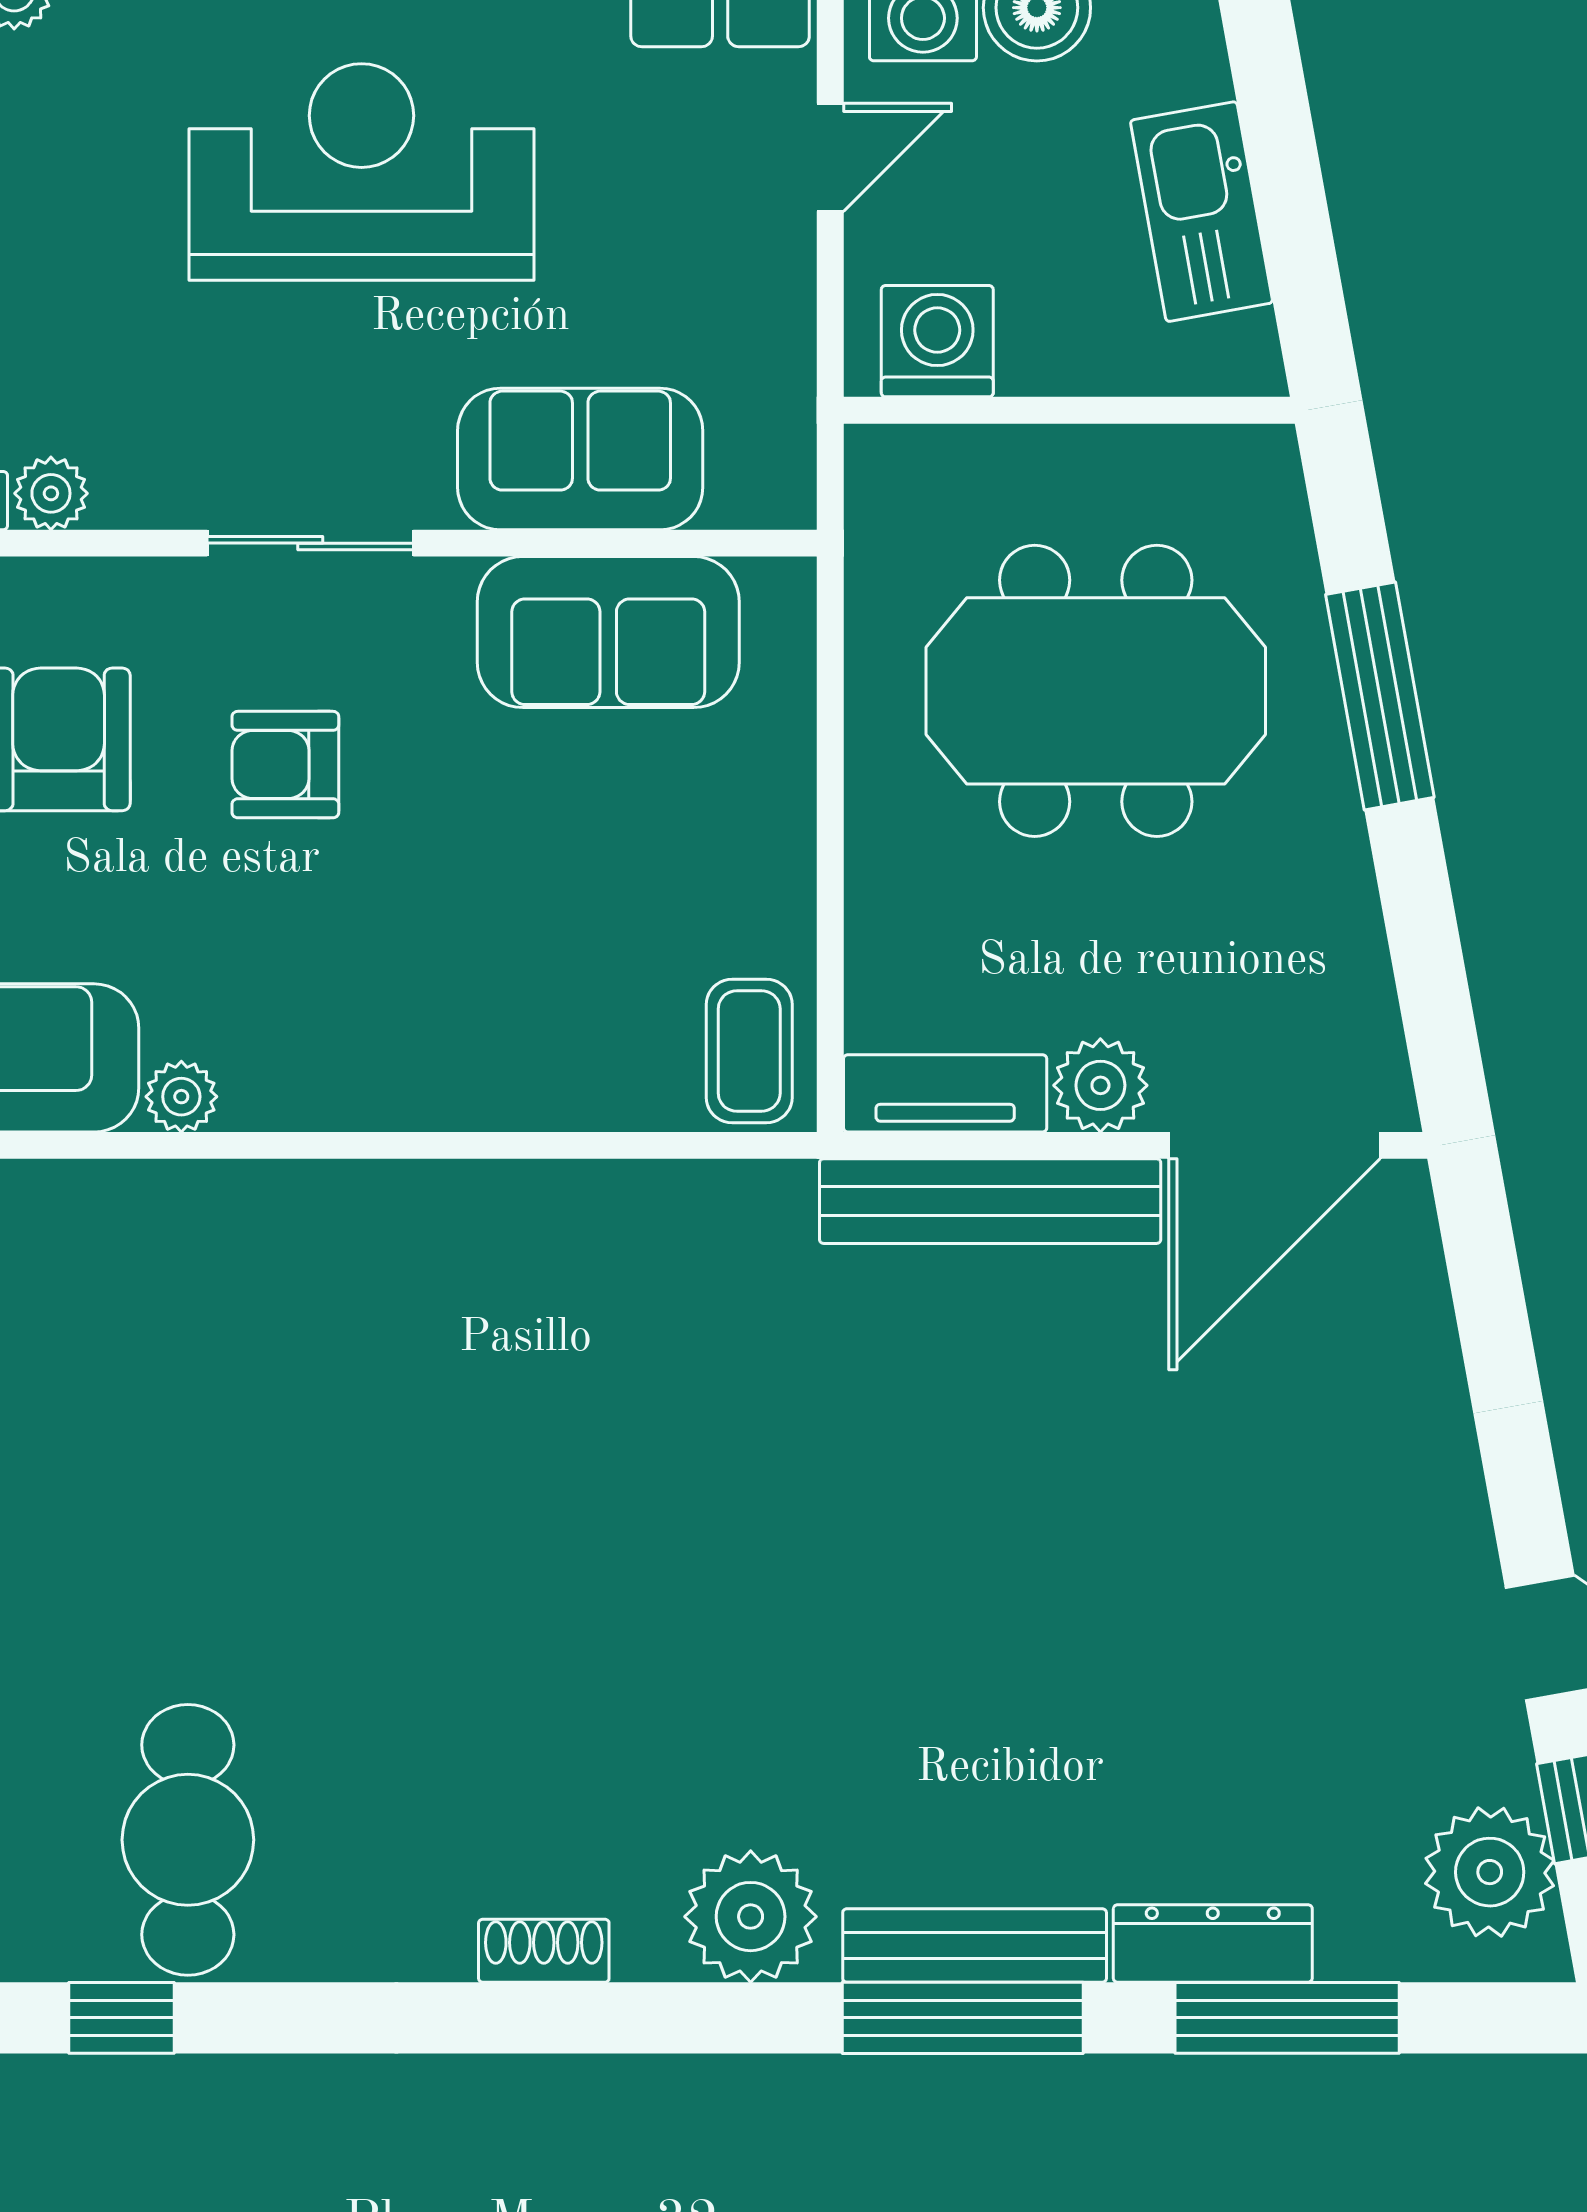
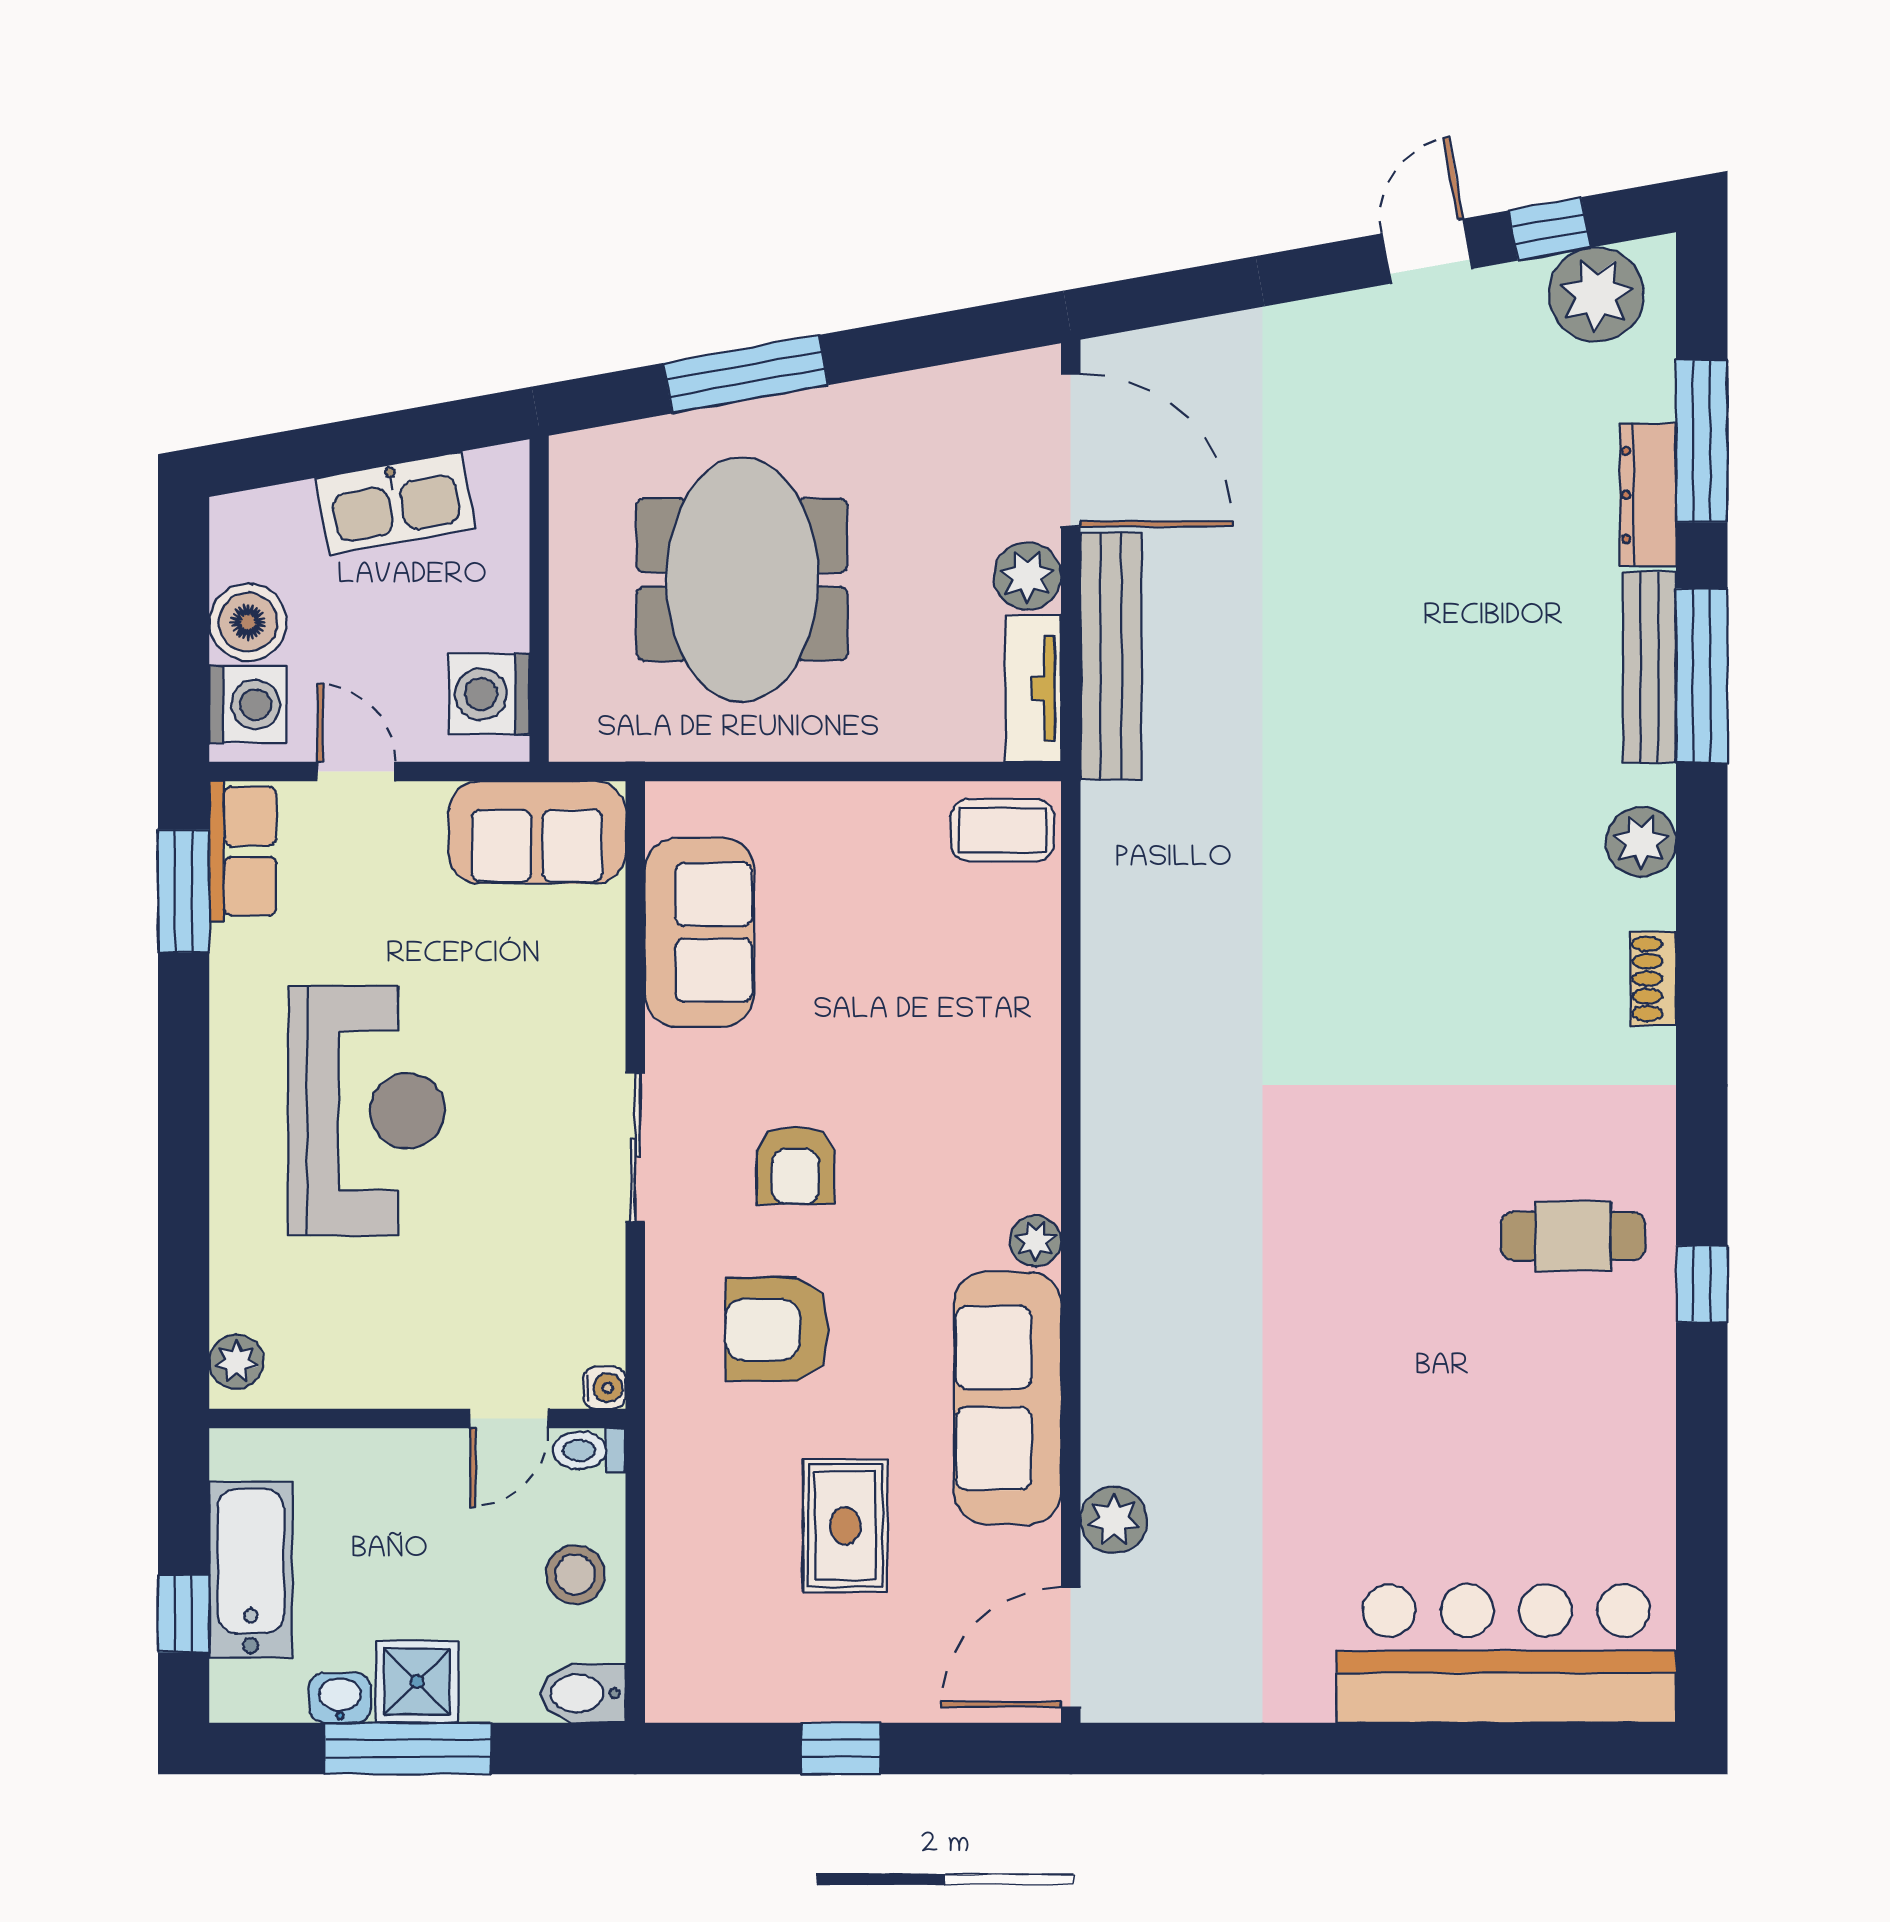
reception desk: (361, 172) -> (367, 1111), turned 180
sofa: (580, 459) -> (537, 832), moved, turned -90
plant: (51, 493) -> (599, 1335), removed
cafe table: (188, 1840) -> (1573, 1236), width x0.73, depth x0.74
plant: (751, 1917) -> (1641, 842), width x0.73, depth x0.73

